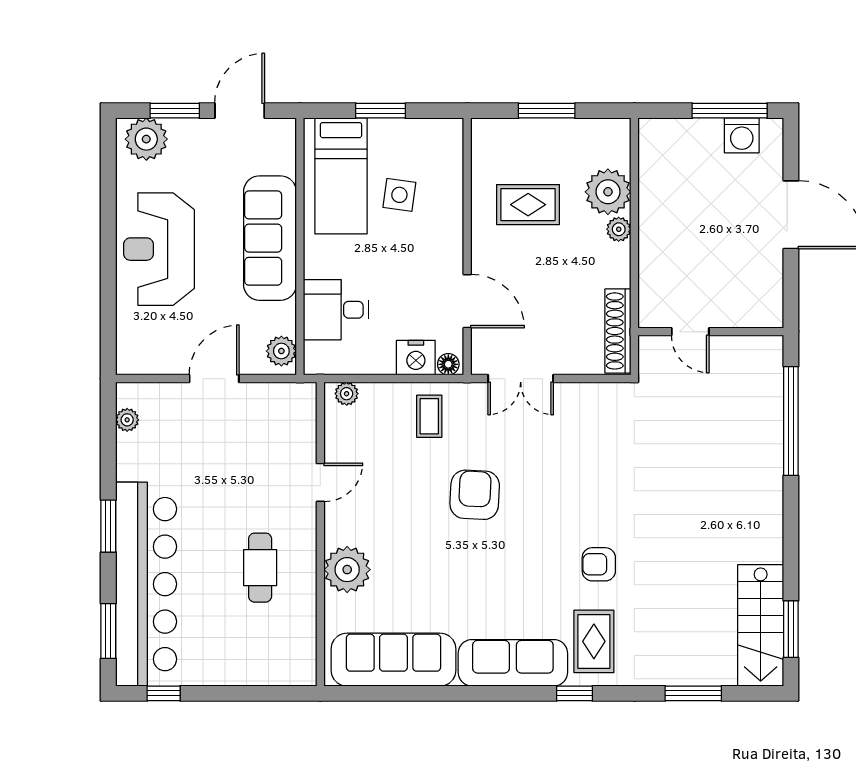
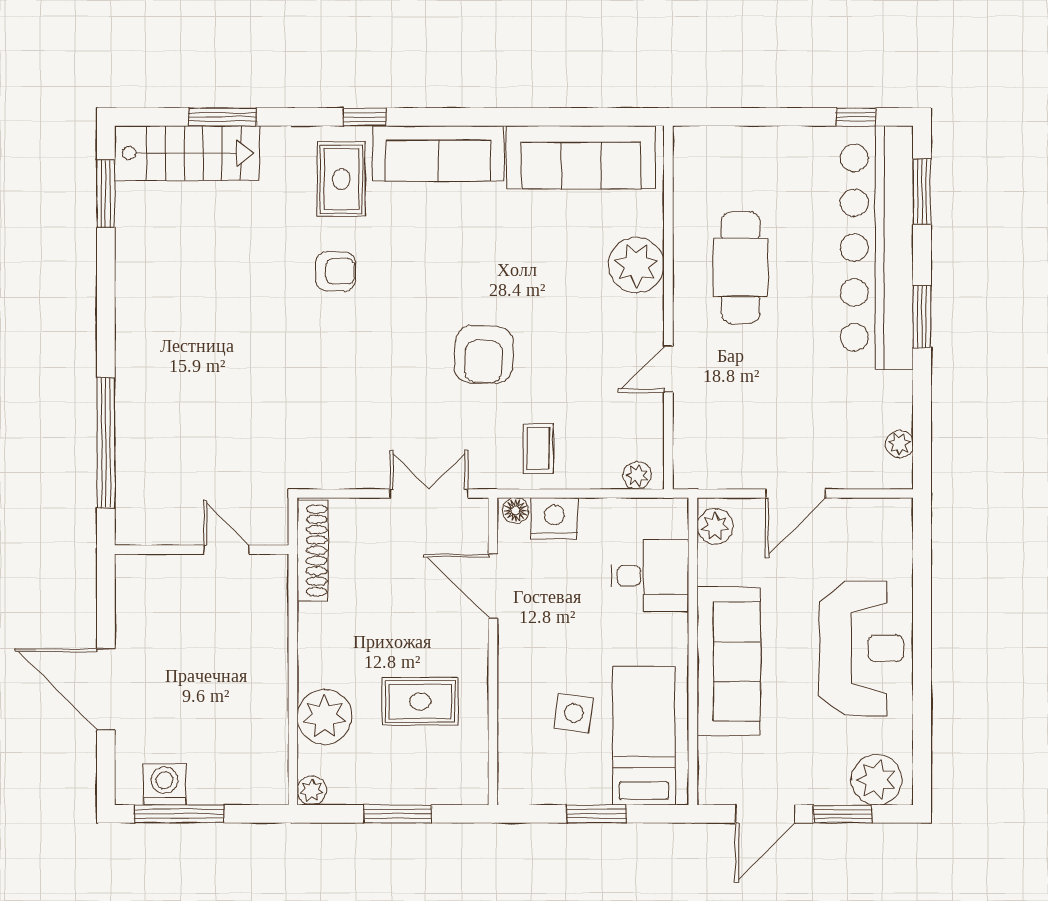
plant: (619, 229) -> (312, 791), moved
cafe table: (260, 568) -> (740, 267), width x1.37, depth x1.35
stairs: (761, 625) -> (187, 153), moved, turned 90

